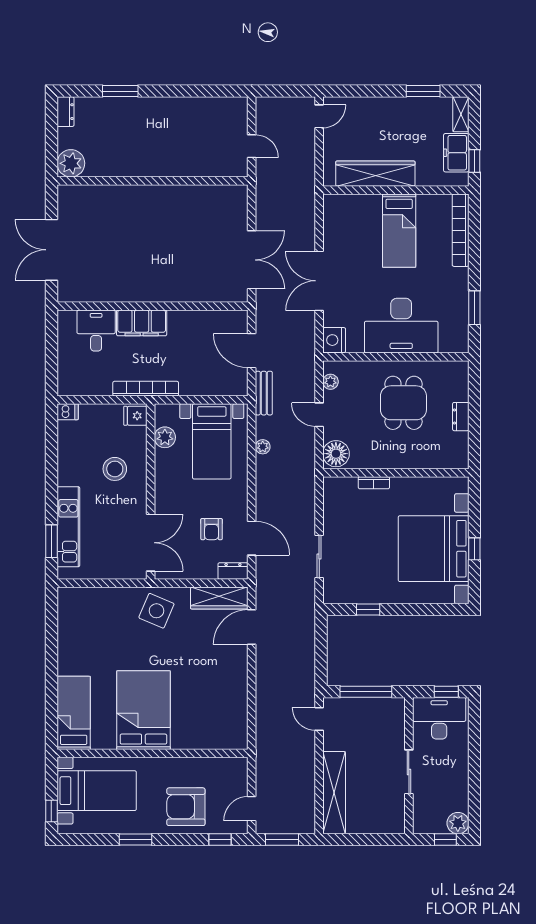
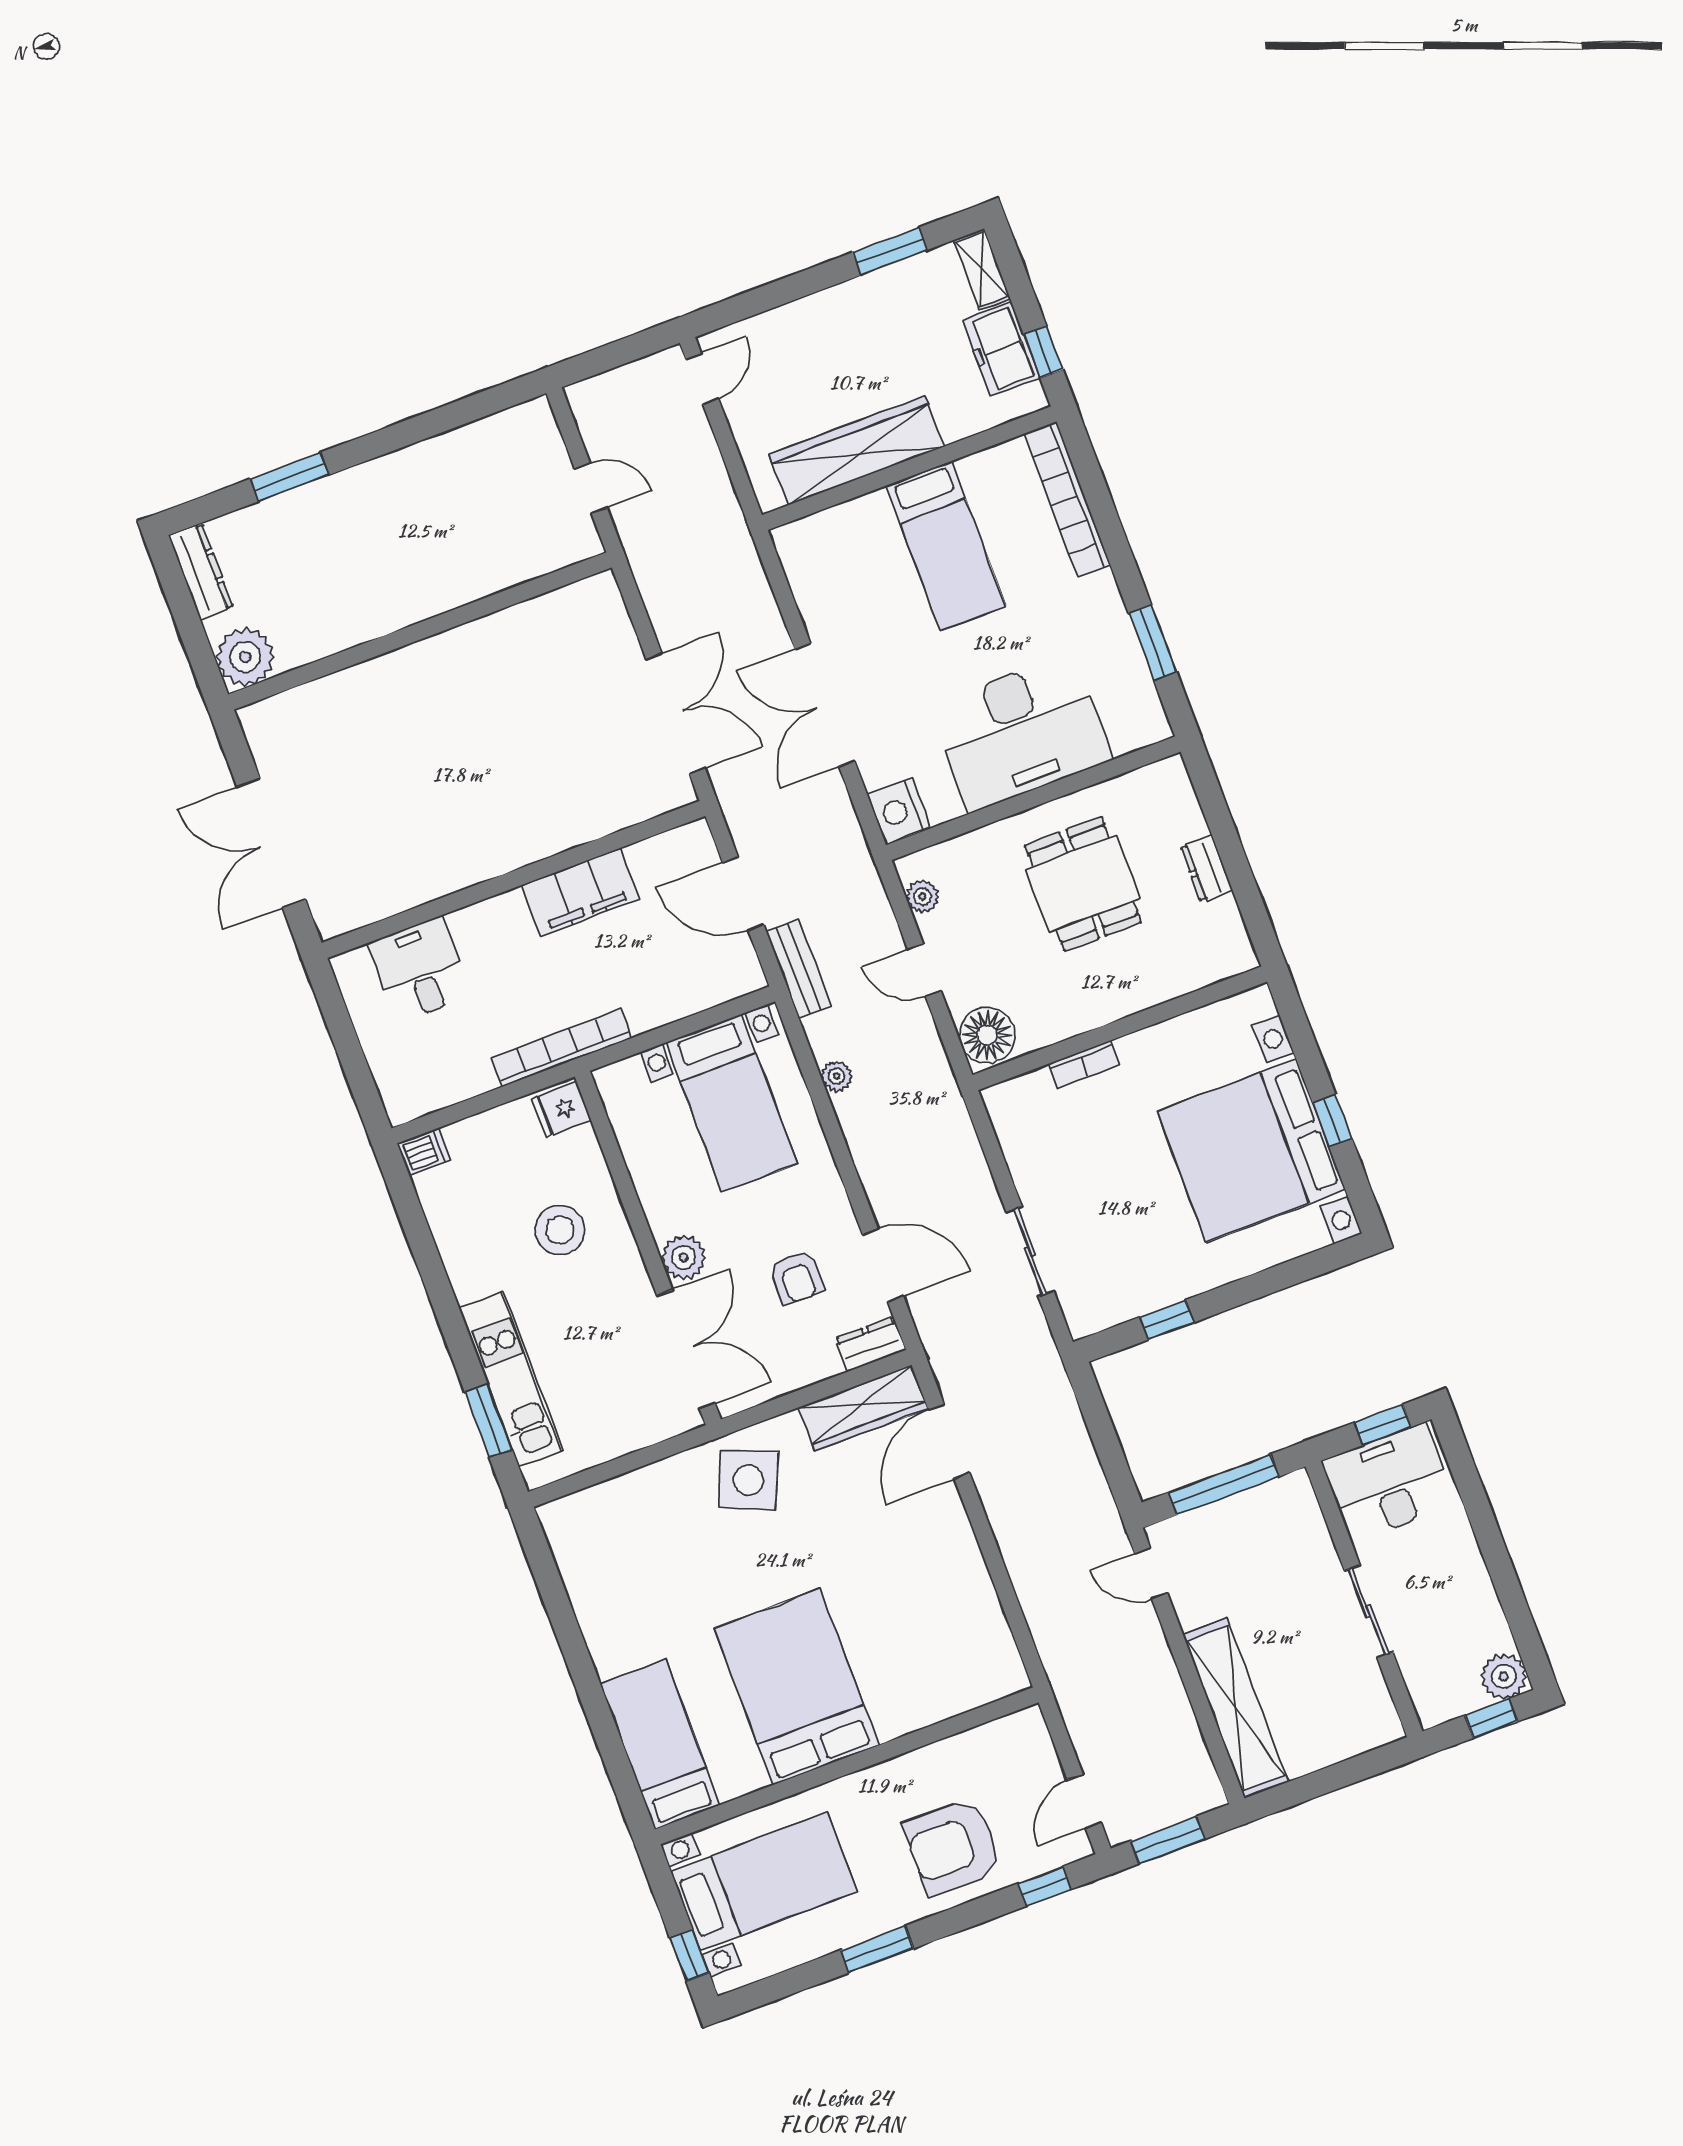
dresser: (65, 112) -> (201, 571), width x1.44
filing cabinet: (142, 323) -> (581, 892), moved
plant: (165, 437) -> (684, 1257), moved

